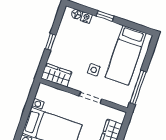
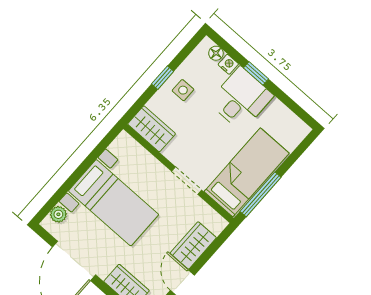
desk: (102, 35) -> (241, 99), added
bed: (126, 55) -> (247, 172), moved, turned 180
side table: (94, 70) -> (183, 90), moved

